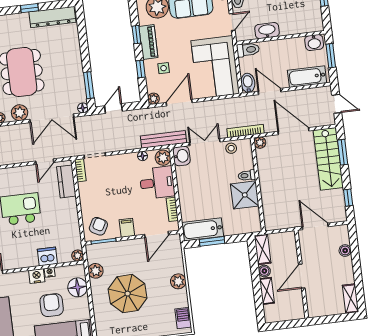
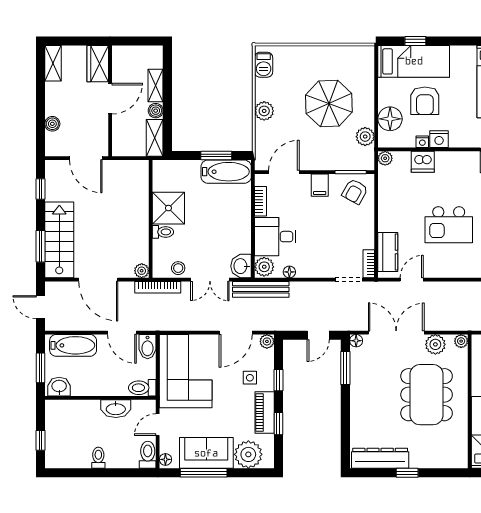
wardrobe: (315, 303) -> (98, 64), added

